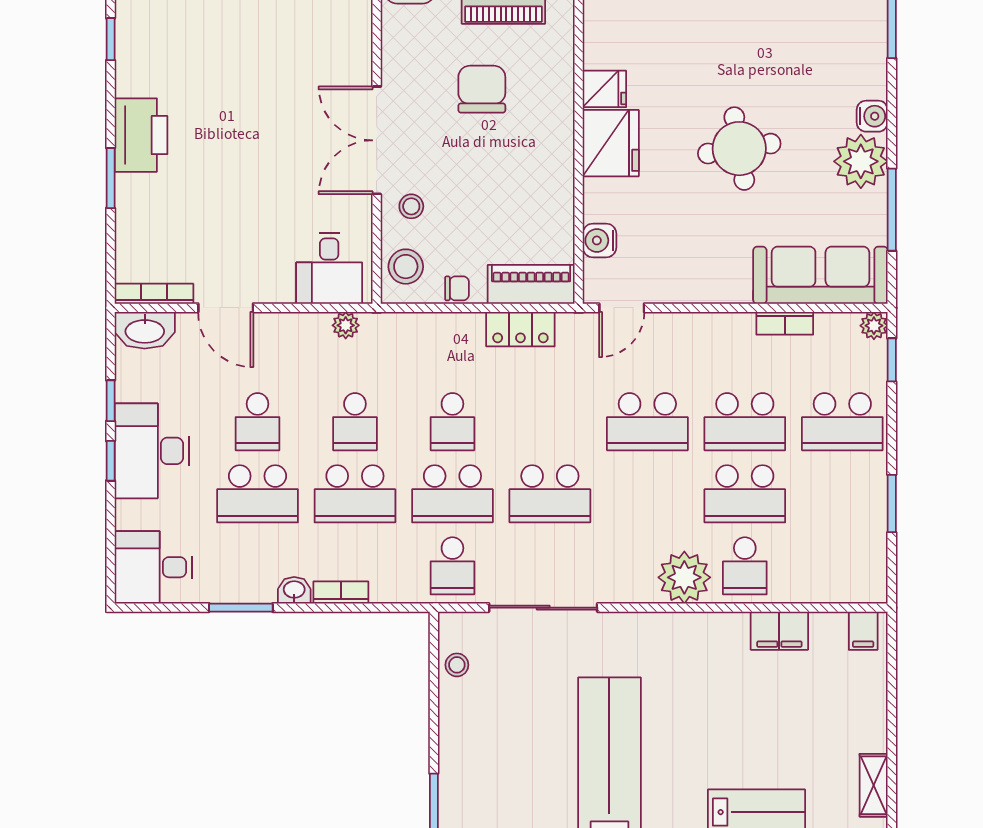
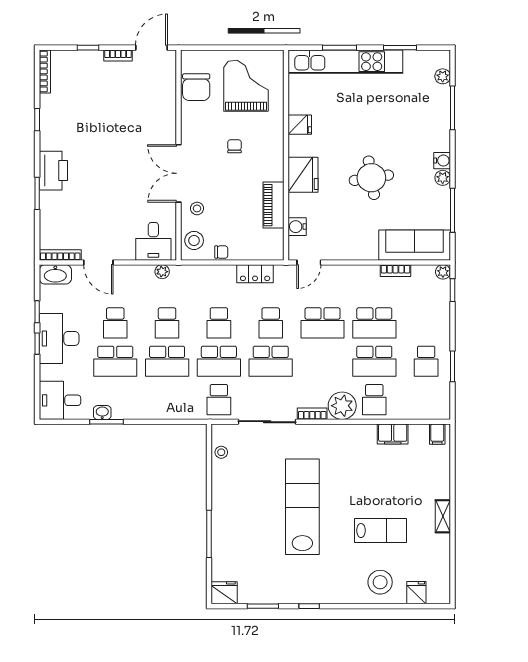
chair: (482, 89) -> (235, 146), width x0.54, depth x0.54
fridge: (604, 89) -> (300, 125), moved
plant: (861, 161) -> (443, 178), width x0.53, depth x0.53
piano: (531, 284) -> (273, 205), moved, turned -90
school desk: (550, 422) -> (271, 323), added
school desk: (842, 422) -> (426, 361), moved, width x0.54
washbasin: (294, 590) -> (102, 413), moved
bookcase: (341, 592) -> (312, 414), moved

